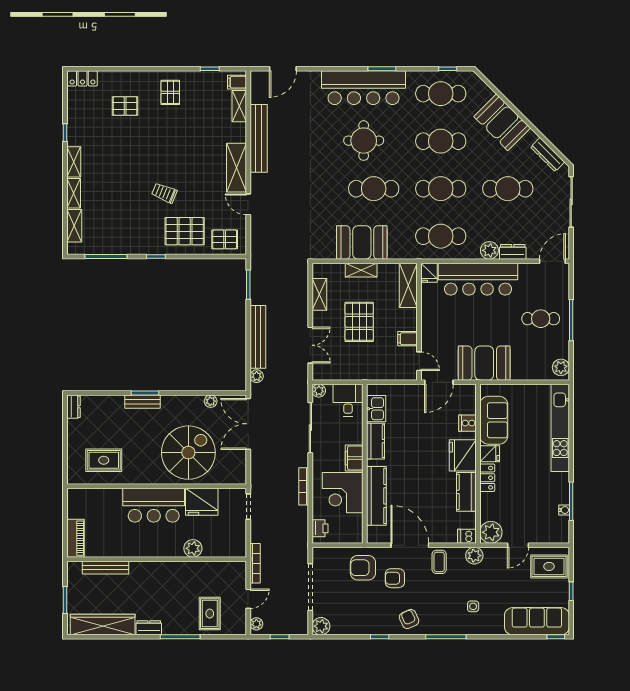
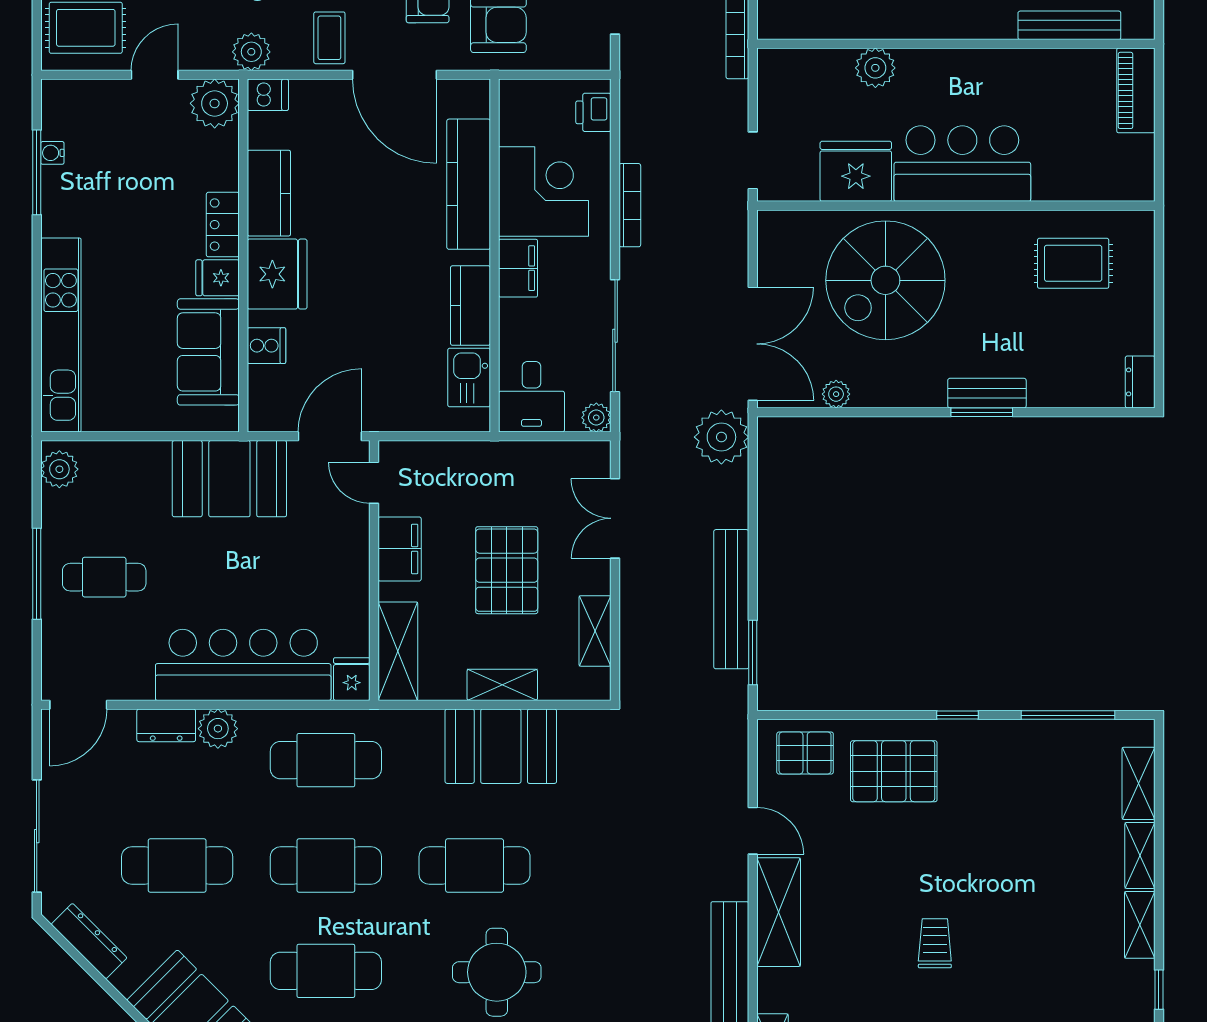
trolley: (164, 193) -> (935, 943), moved, turned -112
bench: (258, 337) -> (731, 599), moved
filing cabinet: (407, 339) -> (400, 549), width x2.00
plant: (257, 376) -> (721, 437), width x1.88, depth x1.88

